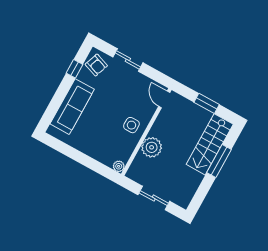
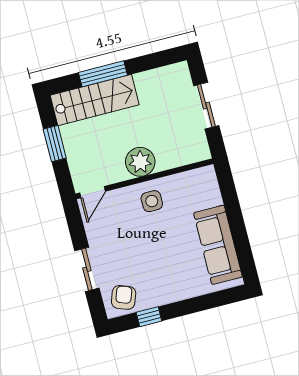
sofa: (72, 107) -> (218, 245), moved, turned -90
plant: (152, 147) -> (140, 162), moved
plant: (119, 166) -> (208, 174), removed

